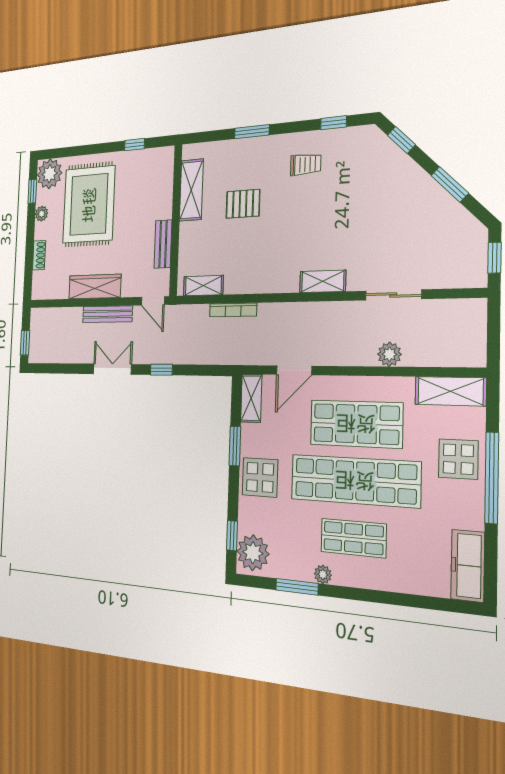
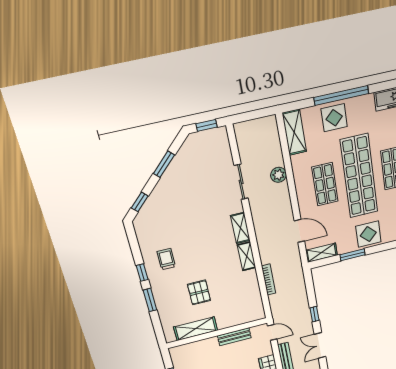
window: (334, 123) -> (142, 273), moved
shelving: (203, 286) -> (247, 256), moved
door: (153, 301) -> (272, 332), hinge flipped
shop shelf: (356, 424) -> (325, 184), width x0.70, depth x0.74

